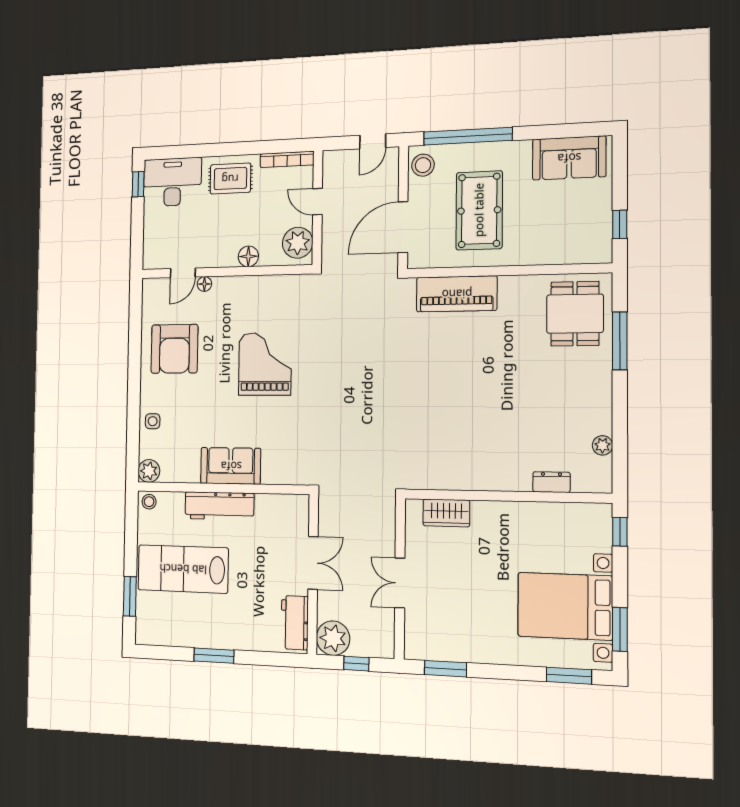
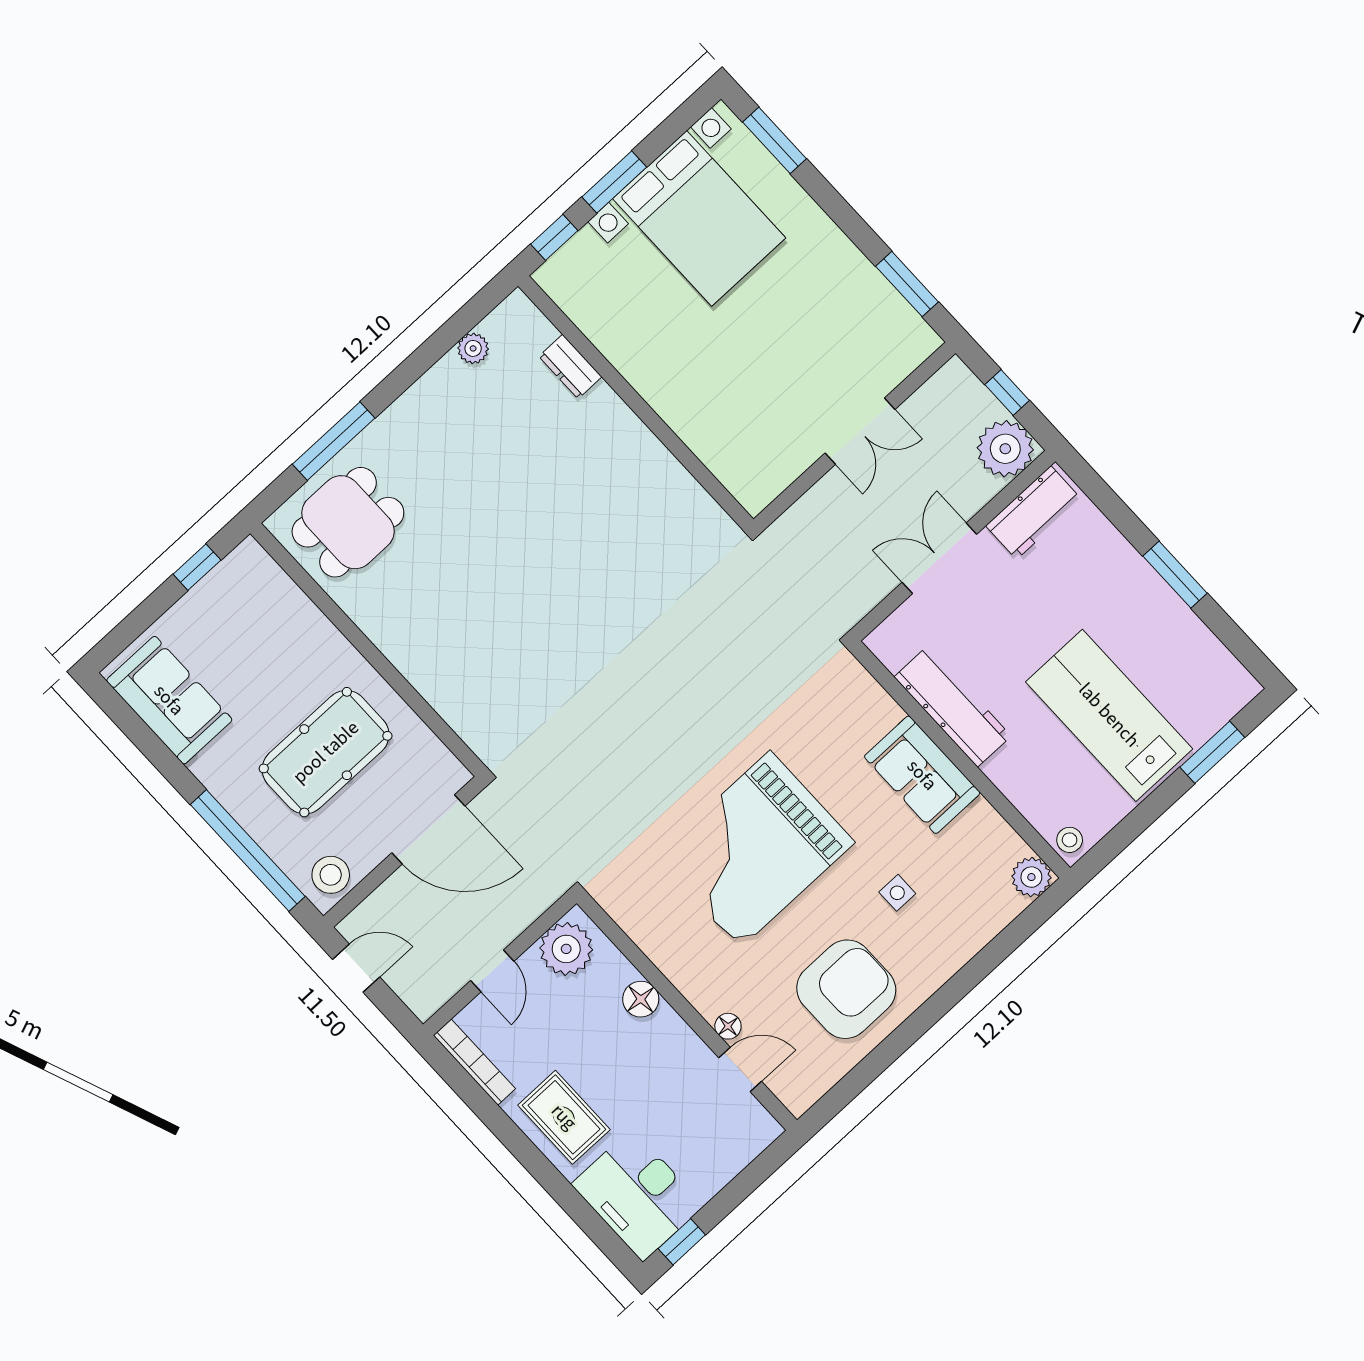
piano: (457, 294) -> (451, 686), removed
grand piano: (265, 364) -> (755, 849), width x1.37, depth x1.48
side table: (153, 421) -> (897, 893), moved
workbench: (219, 506) -> (953, 706), moved
wardrobe: (446, 513) -> (723, 454), removed
lab bench: (183, 569) -> (1109, 715), turned 180
window: (620, 629) -> (614, 182), moved

